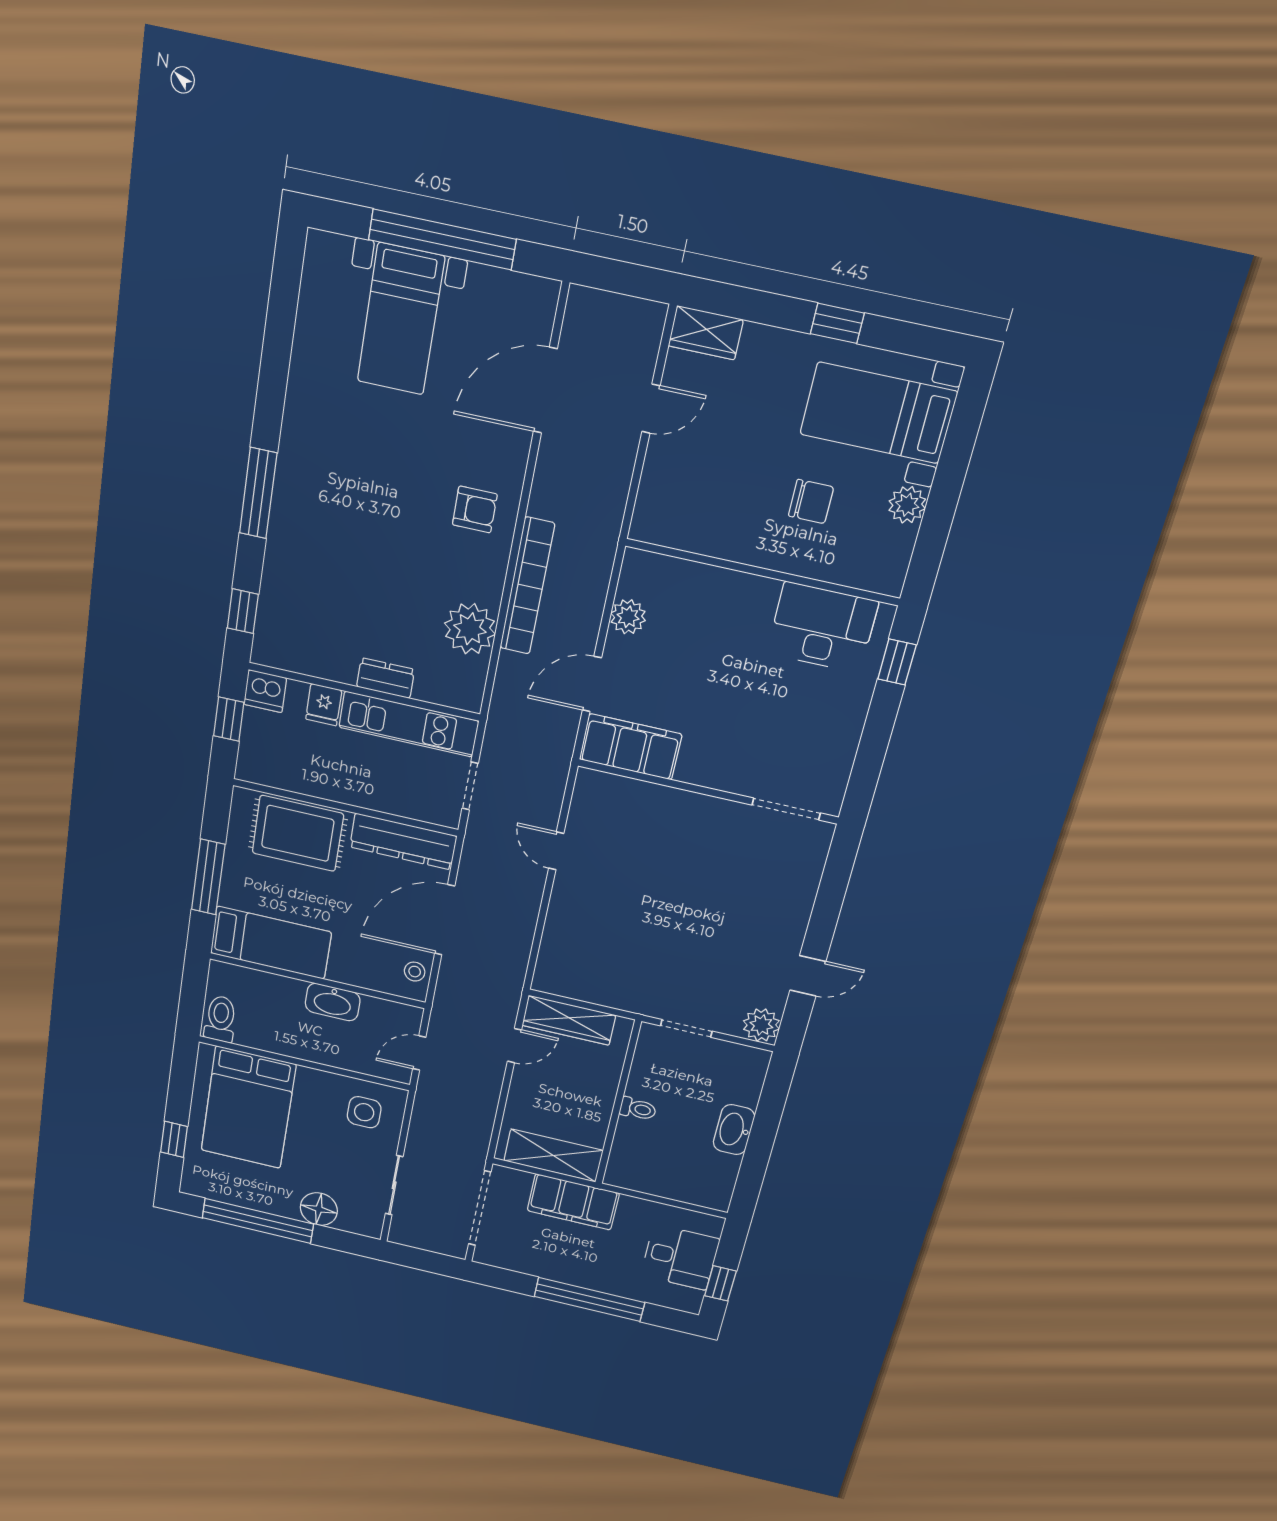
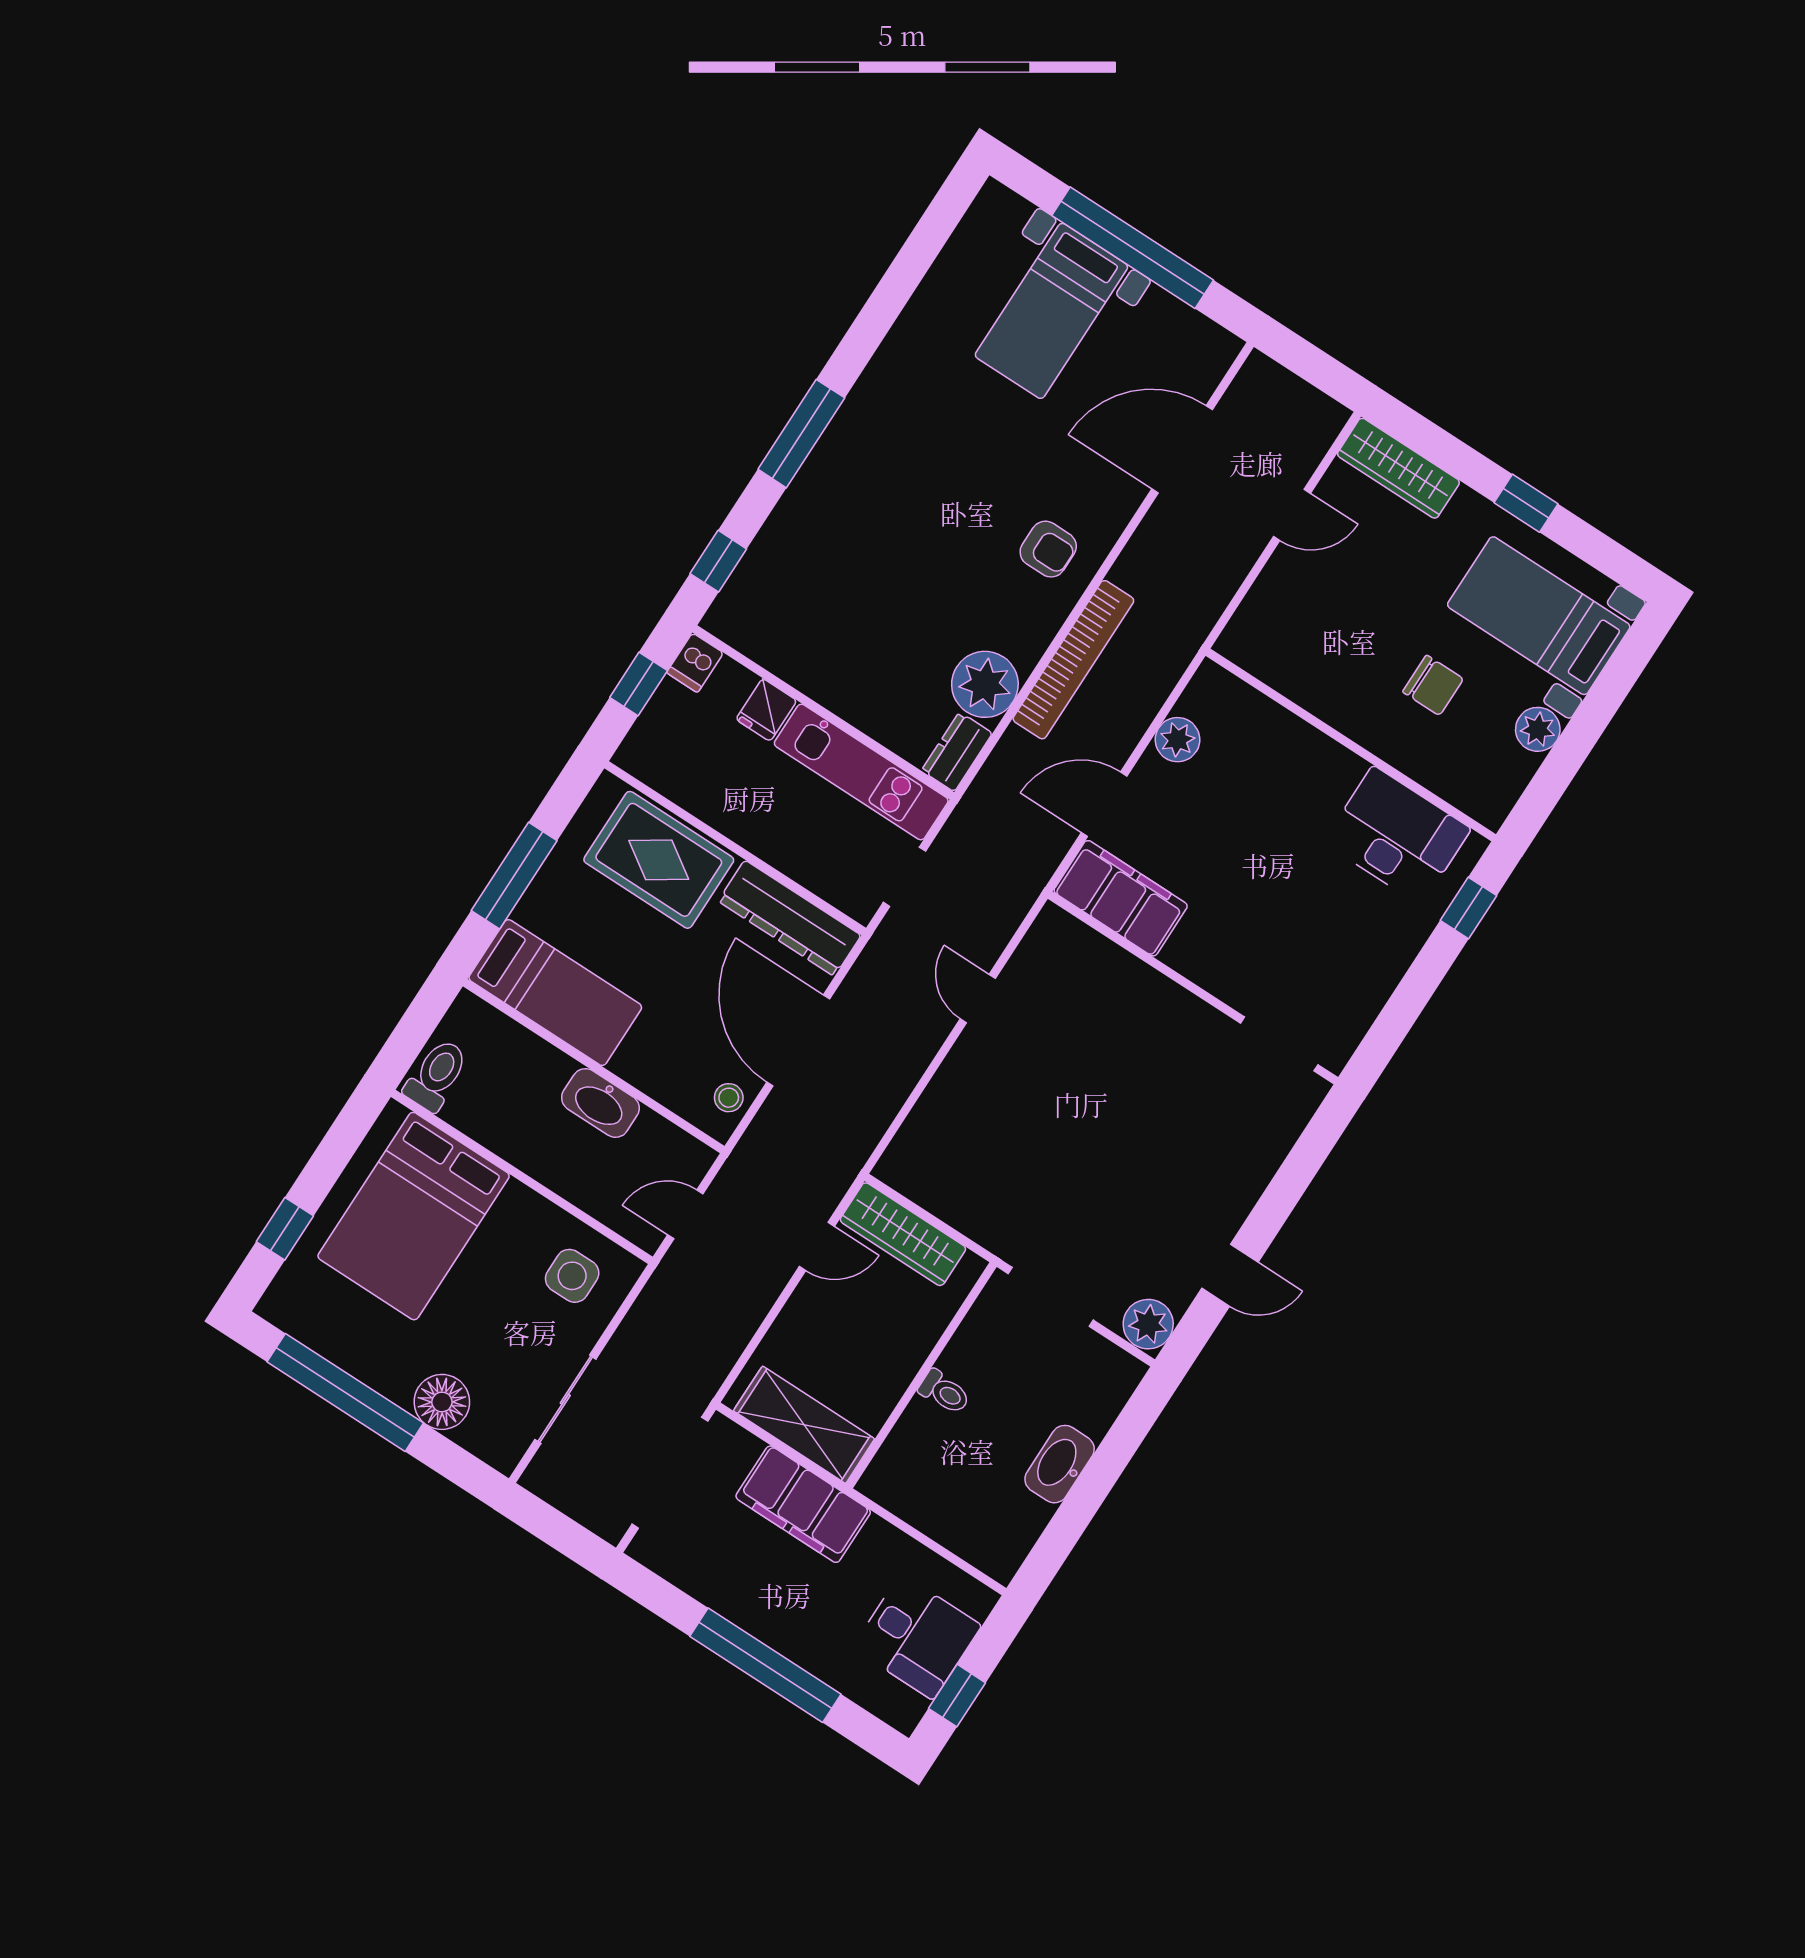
wardrobe: (706, 333) -> (1398, 468), width x1.50
dresser: (386, 678) -> (957, 752), moved, turned -90
dishwasher: (265, 691) -> (695, 663), width x0.73
door: (445, 920) -> (798, 1041), hinge flipped
doorway: (686, 1028) -> (1051, 1297), width x1.38

